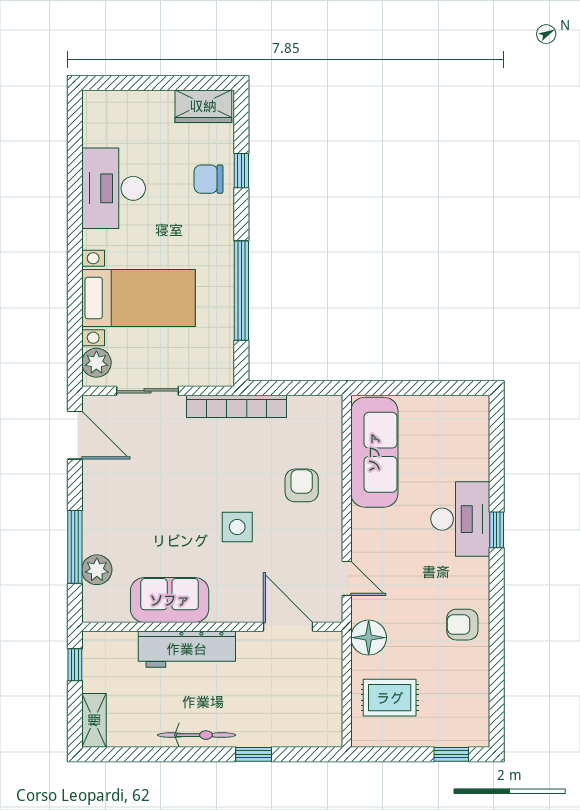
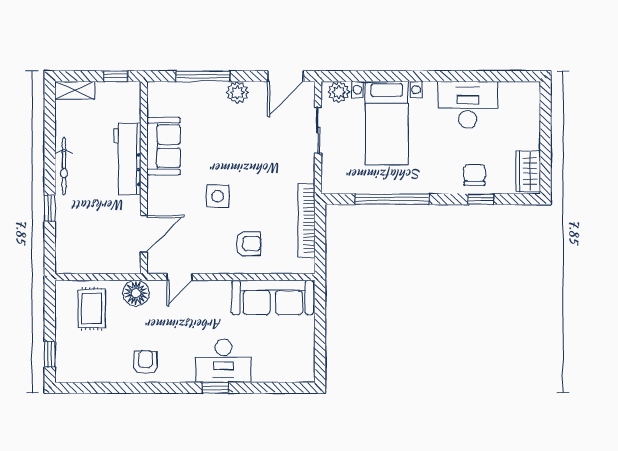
bookcase: (237, 406) -> (307, 221), moved
plant: (97, 570) -> (237, 92), moved

